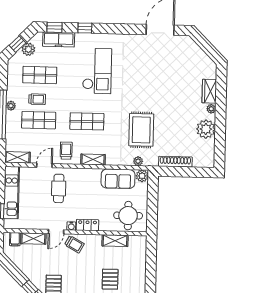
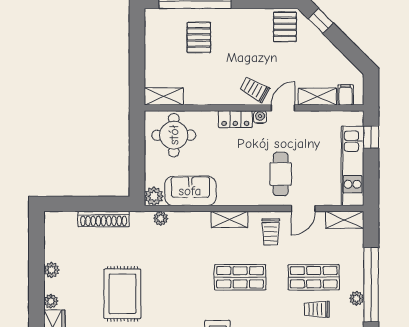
plant: (206, 129) -> (52, 270), width x0.53, depth x0.53
rug: (141, 130) -> (122, 294), moved
shelving: (115, 241) -> (164, 96), moved

